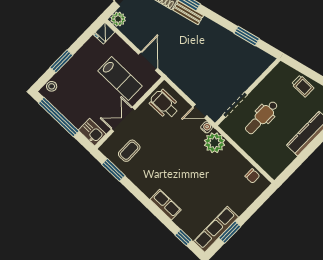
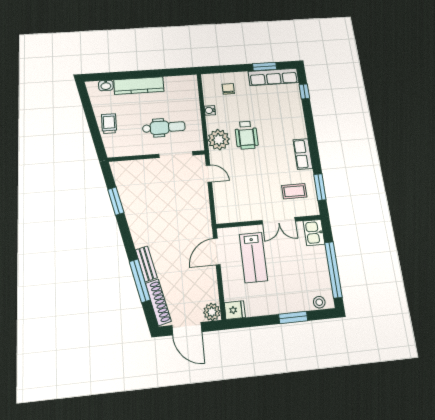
lab bench: (120, 79) -> (253, 257), turned 180
wheelchair: (164, 104) -> (246, 135), moved
water cooler: (207, 127) -> (210, 110), moved
chair: (252, 176) -> (228, 89), moved
row of seats: (166, 205) -> (303, 154), moved

